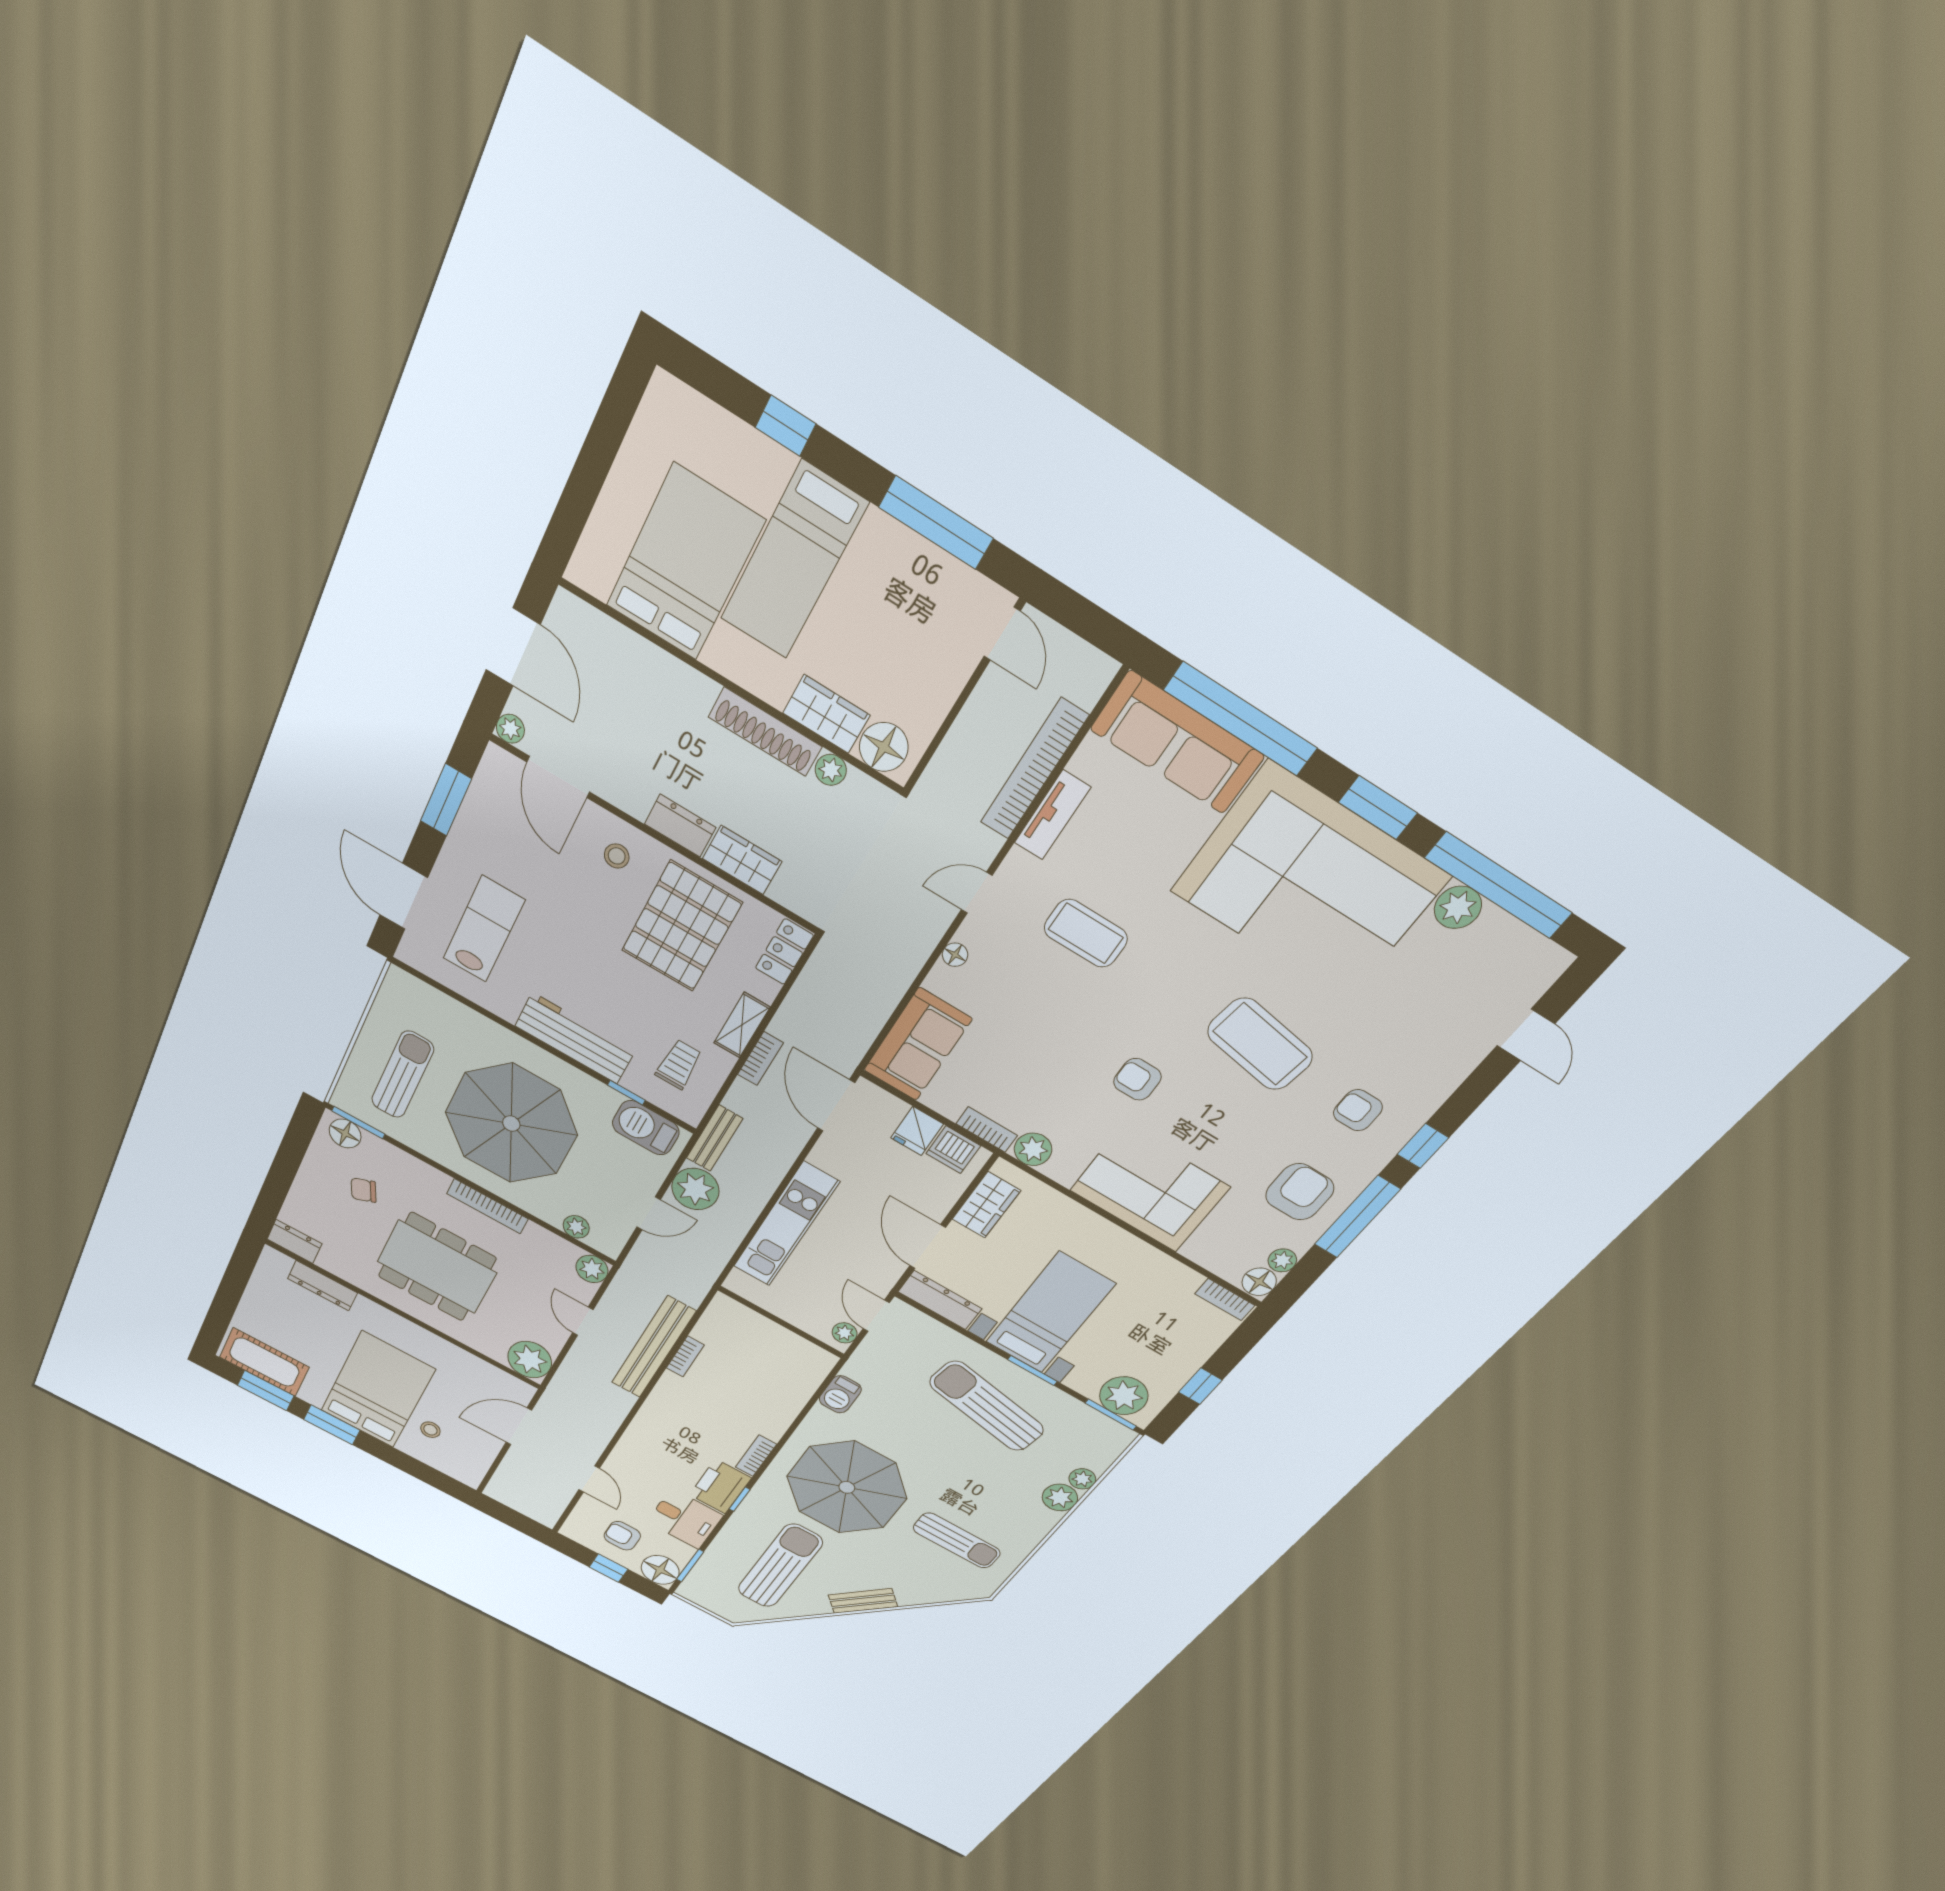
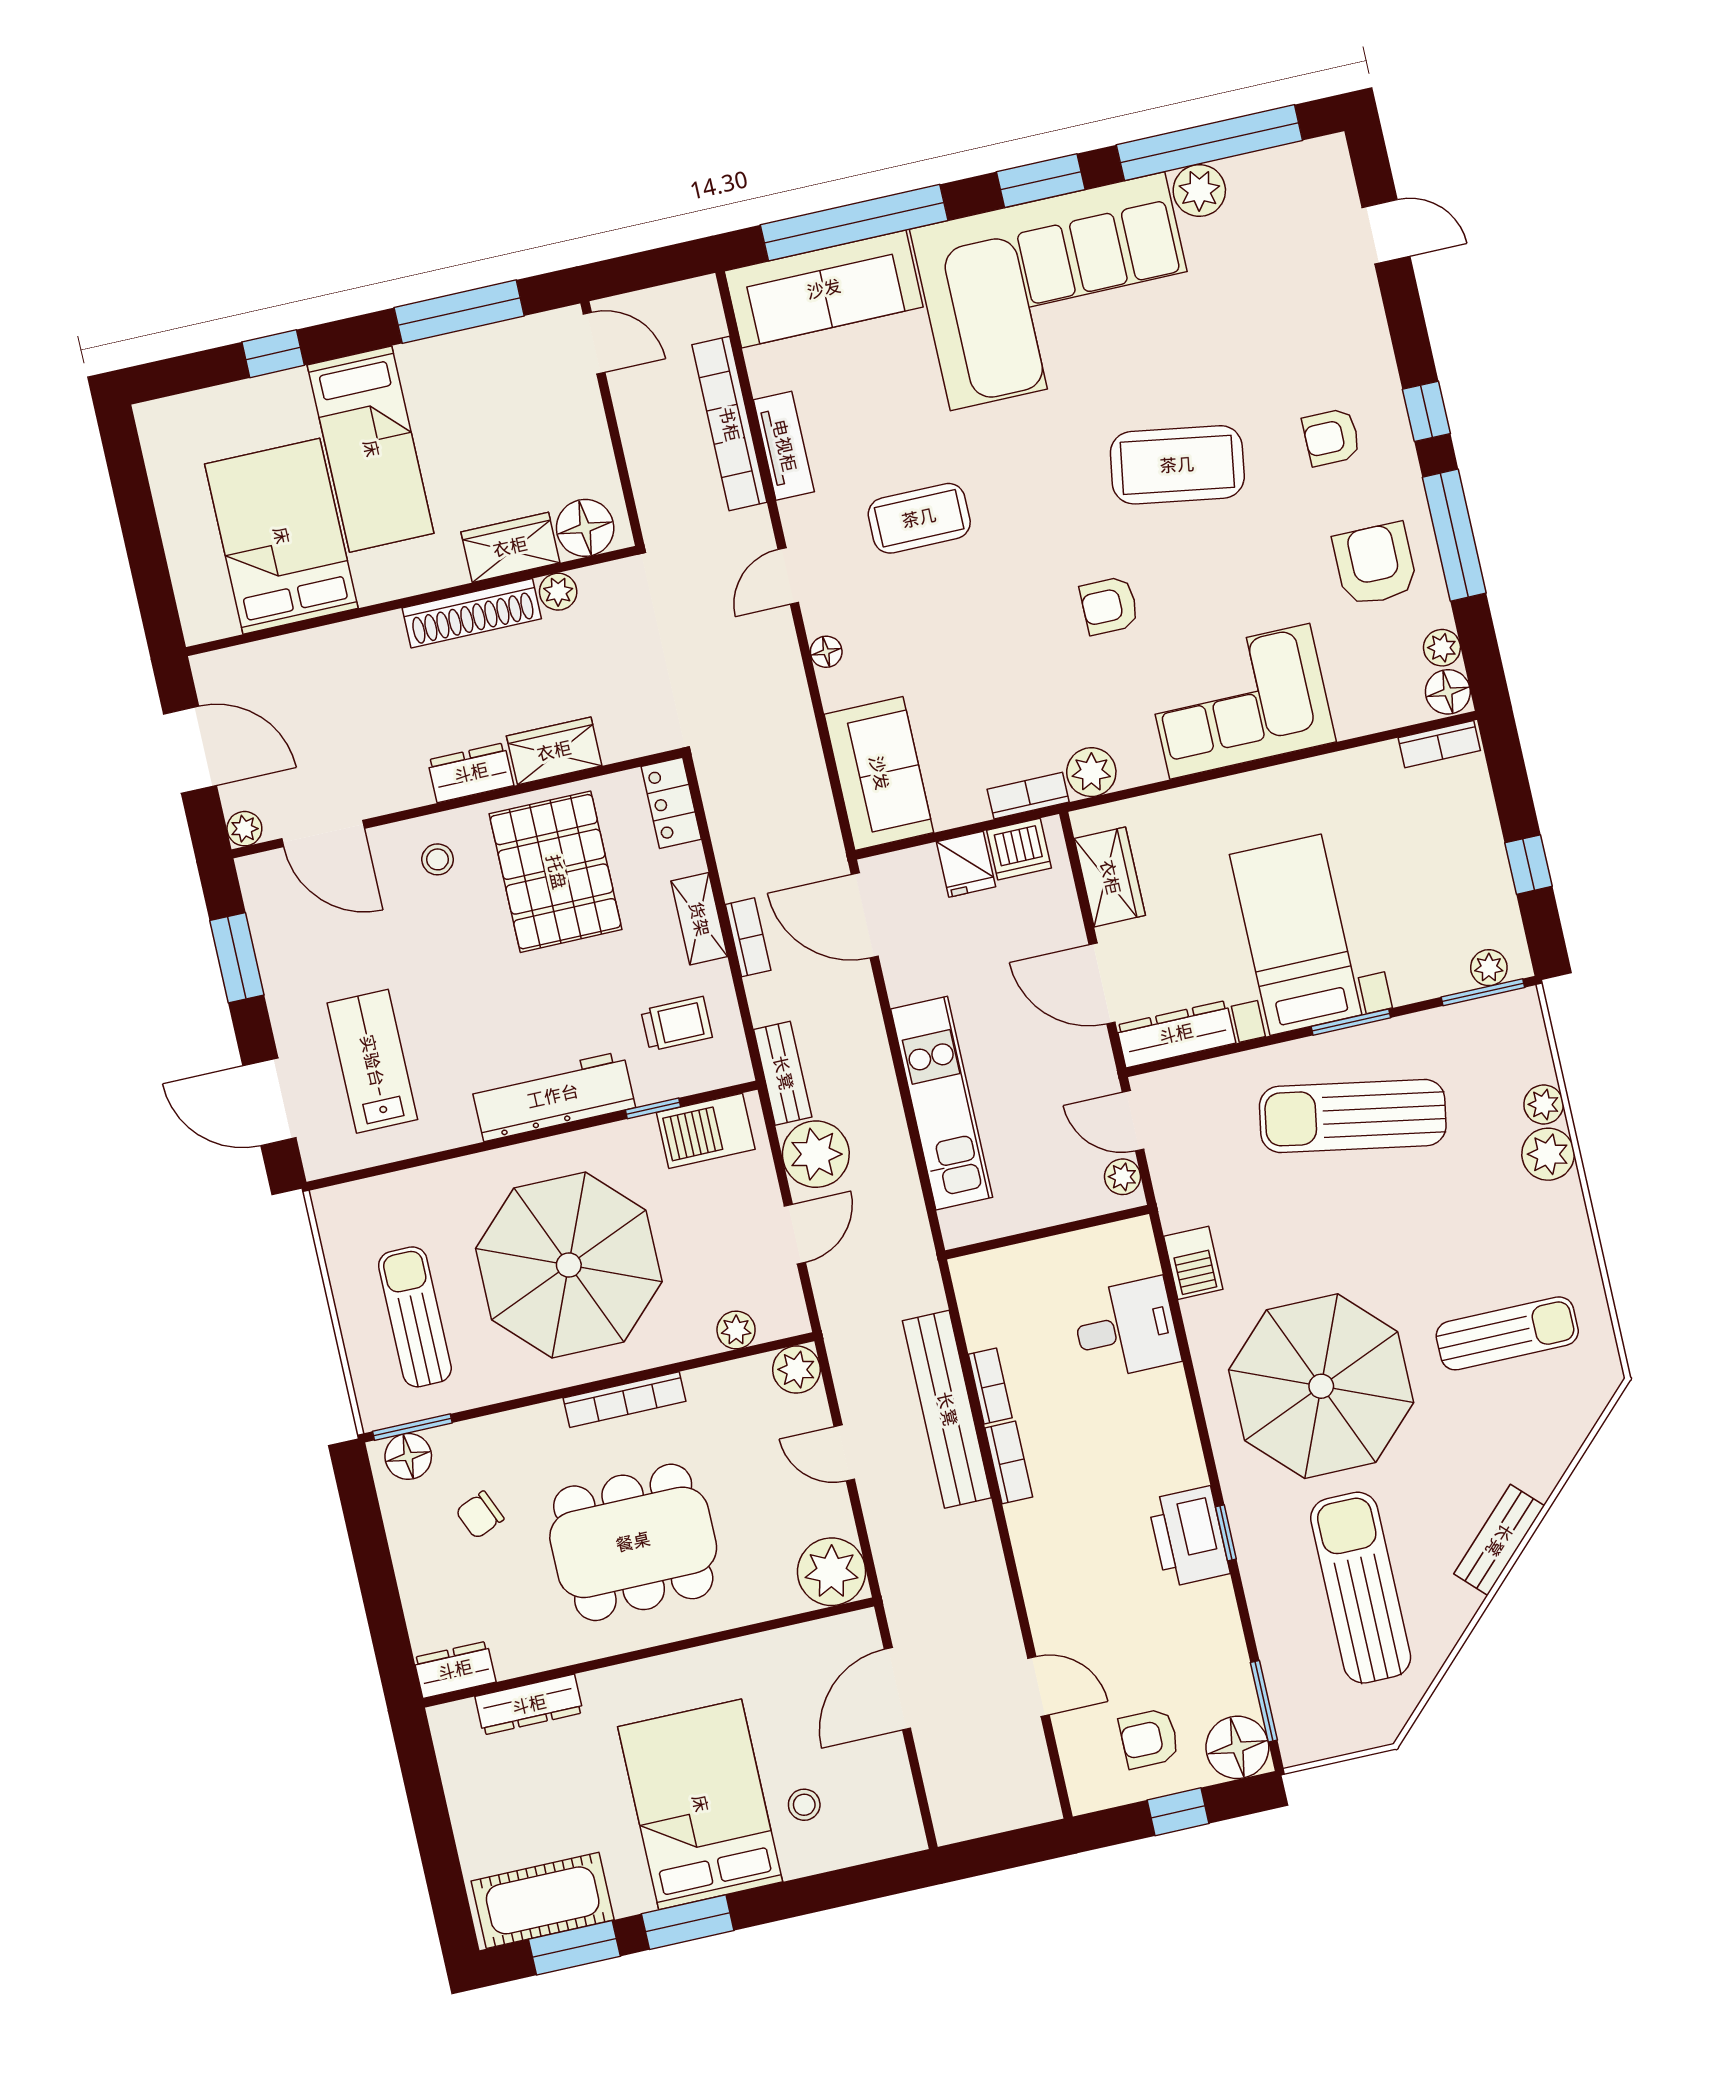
trolley: (679, 1065) -> (677, 1024), turned 90
plant: (1124, 1396) -> (1489, 968), width x0.53, depth x0.53
bookcase: (756, 1456) -> (1009, 1462), moved, turned 180
desk: (685, 1519) -> (1126, 1329), moved

